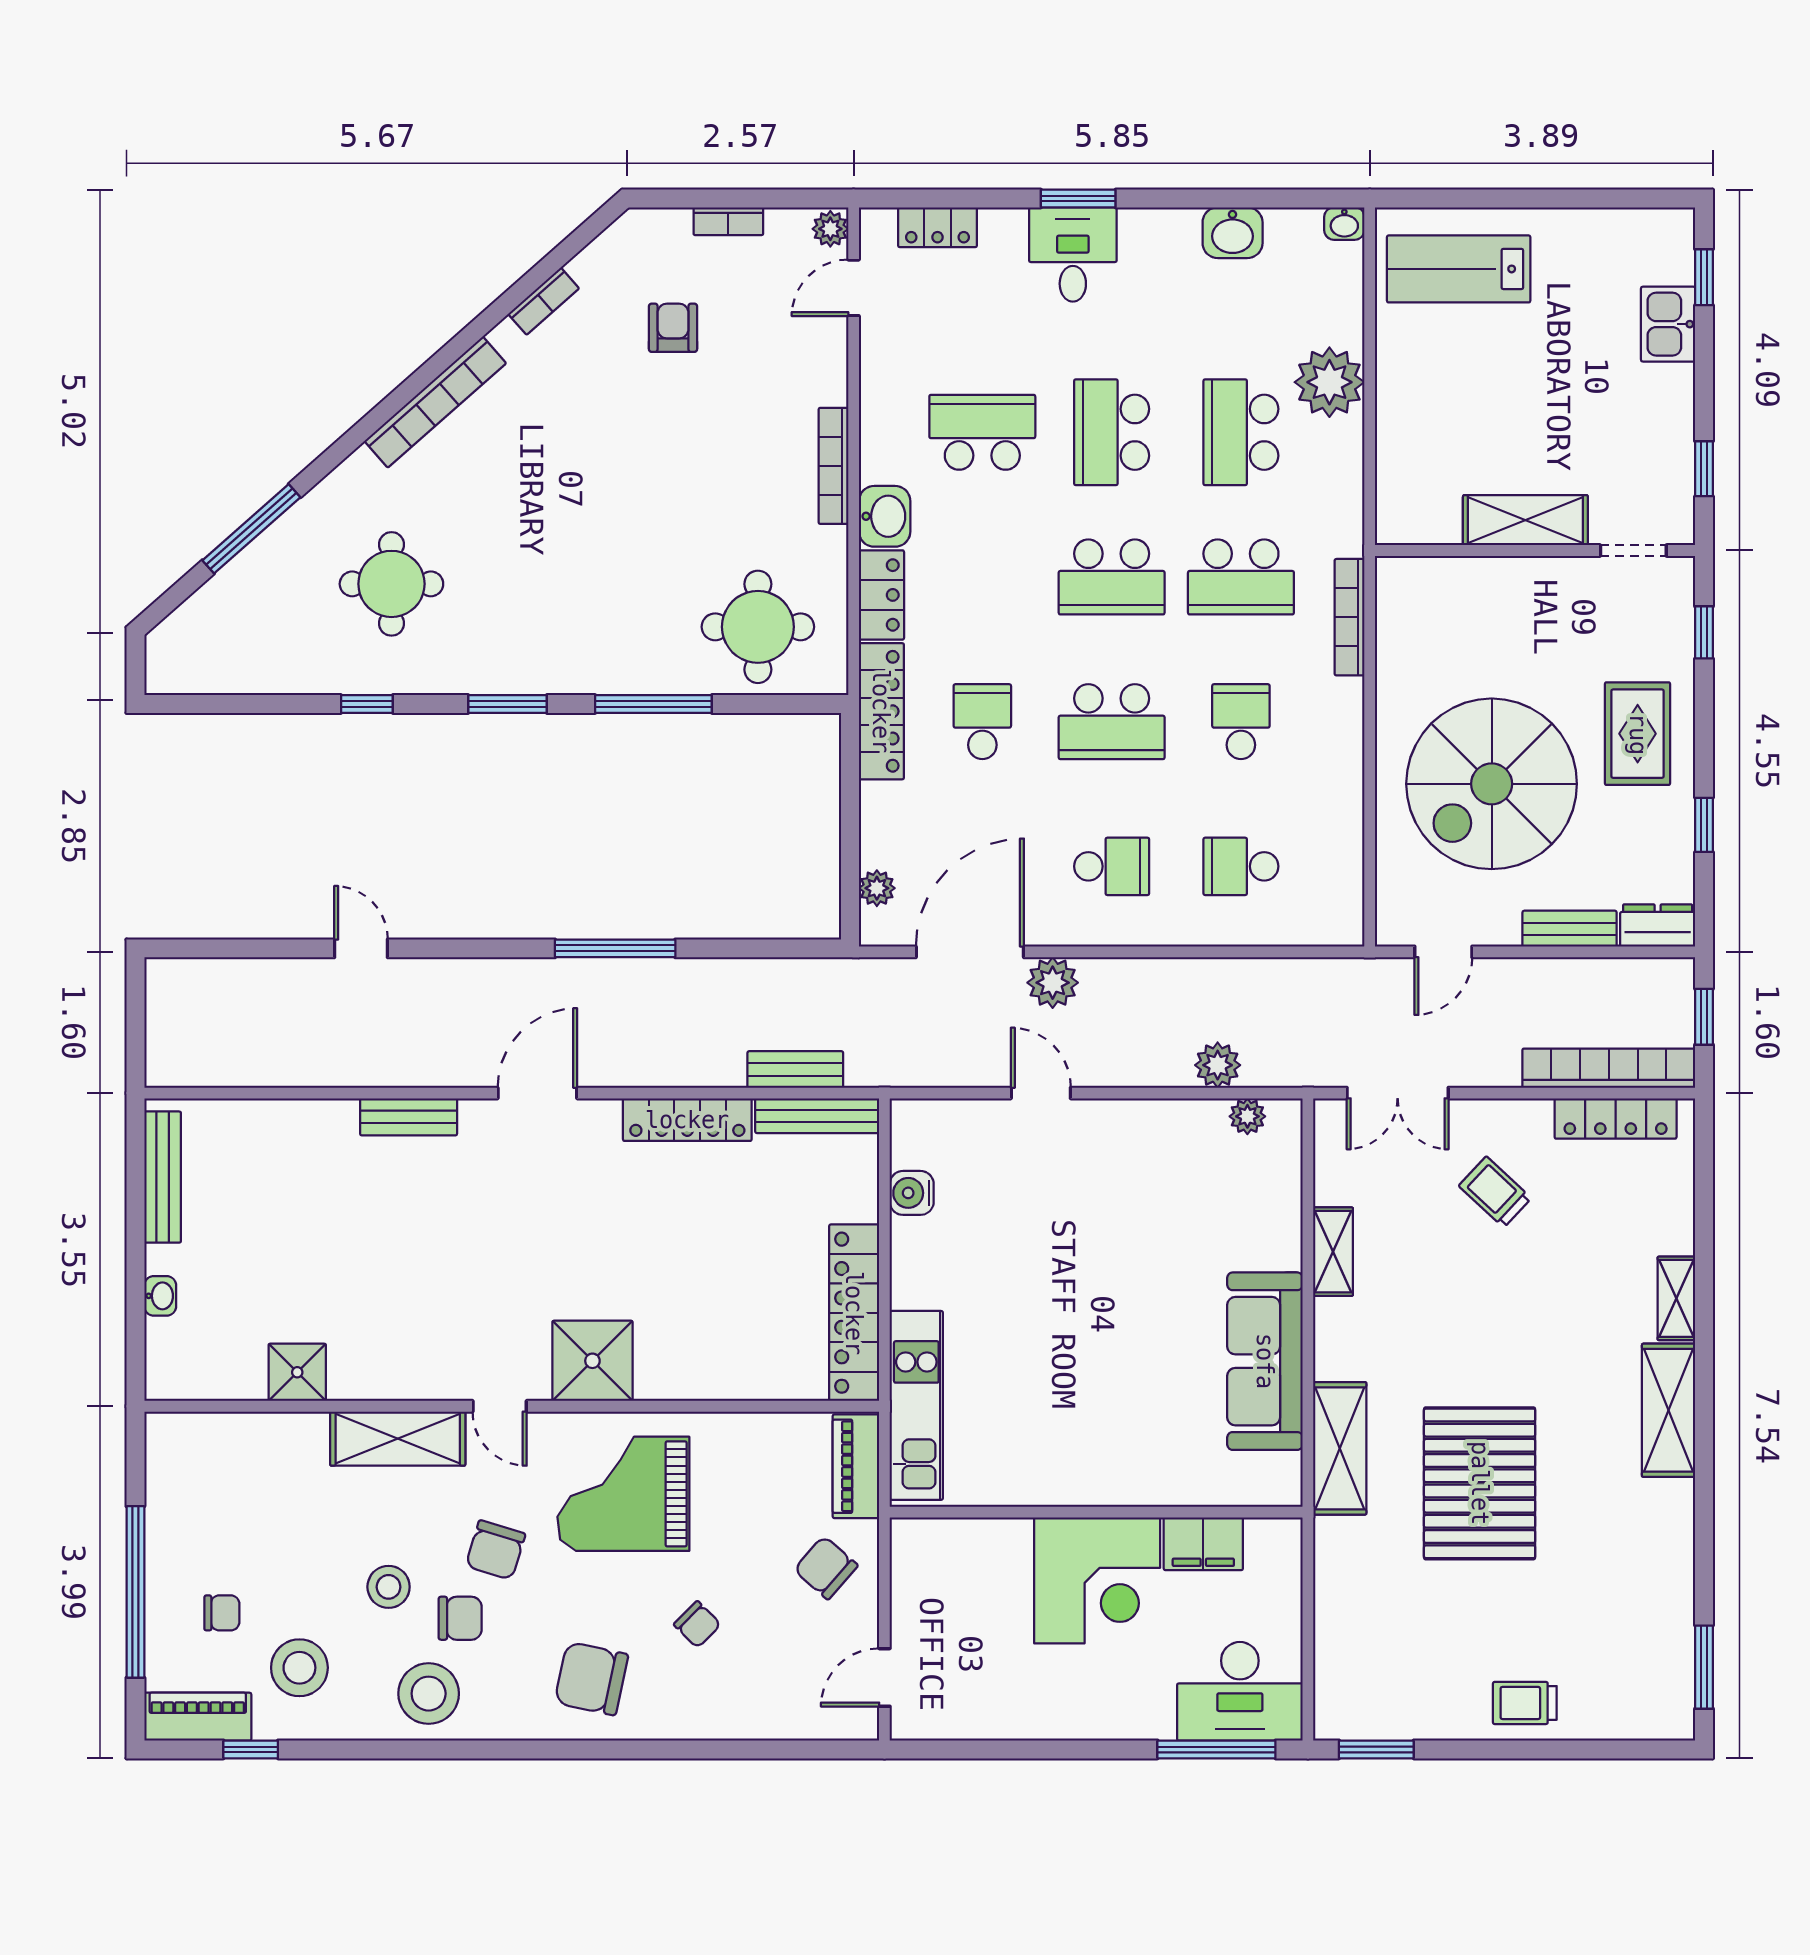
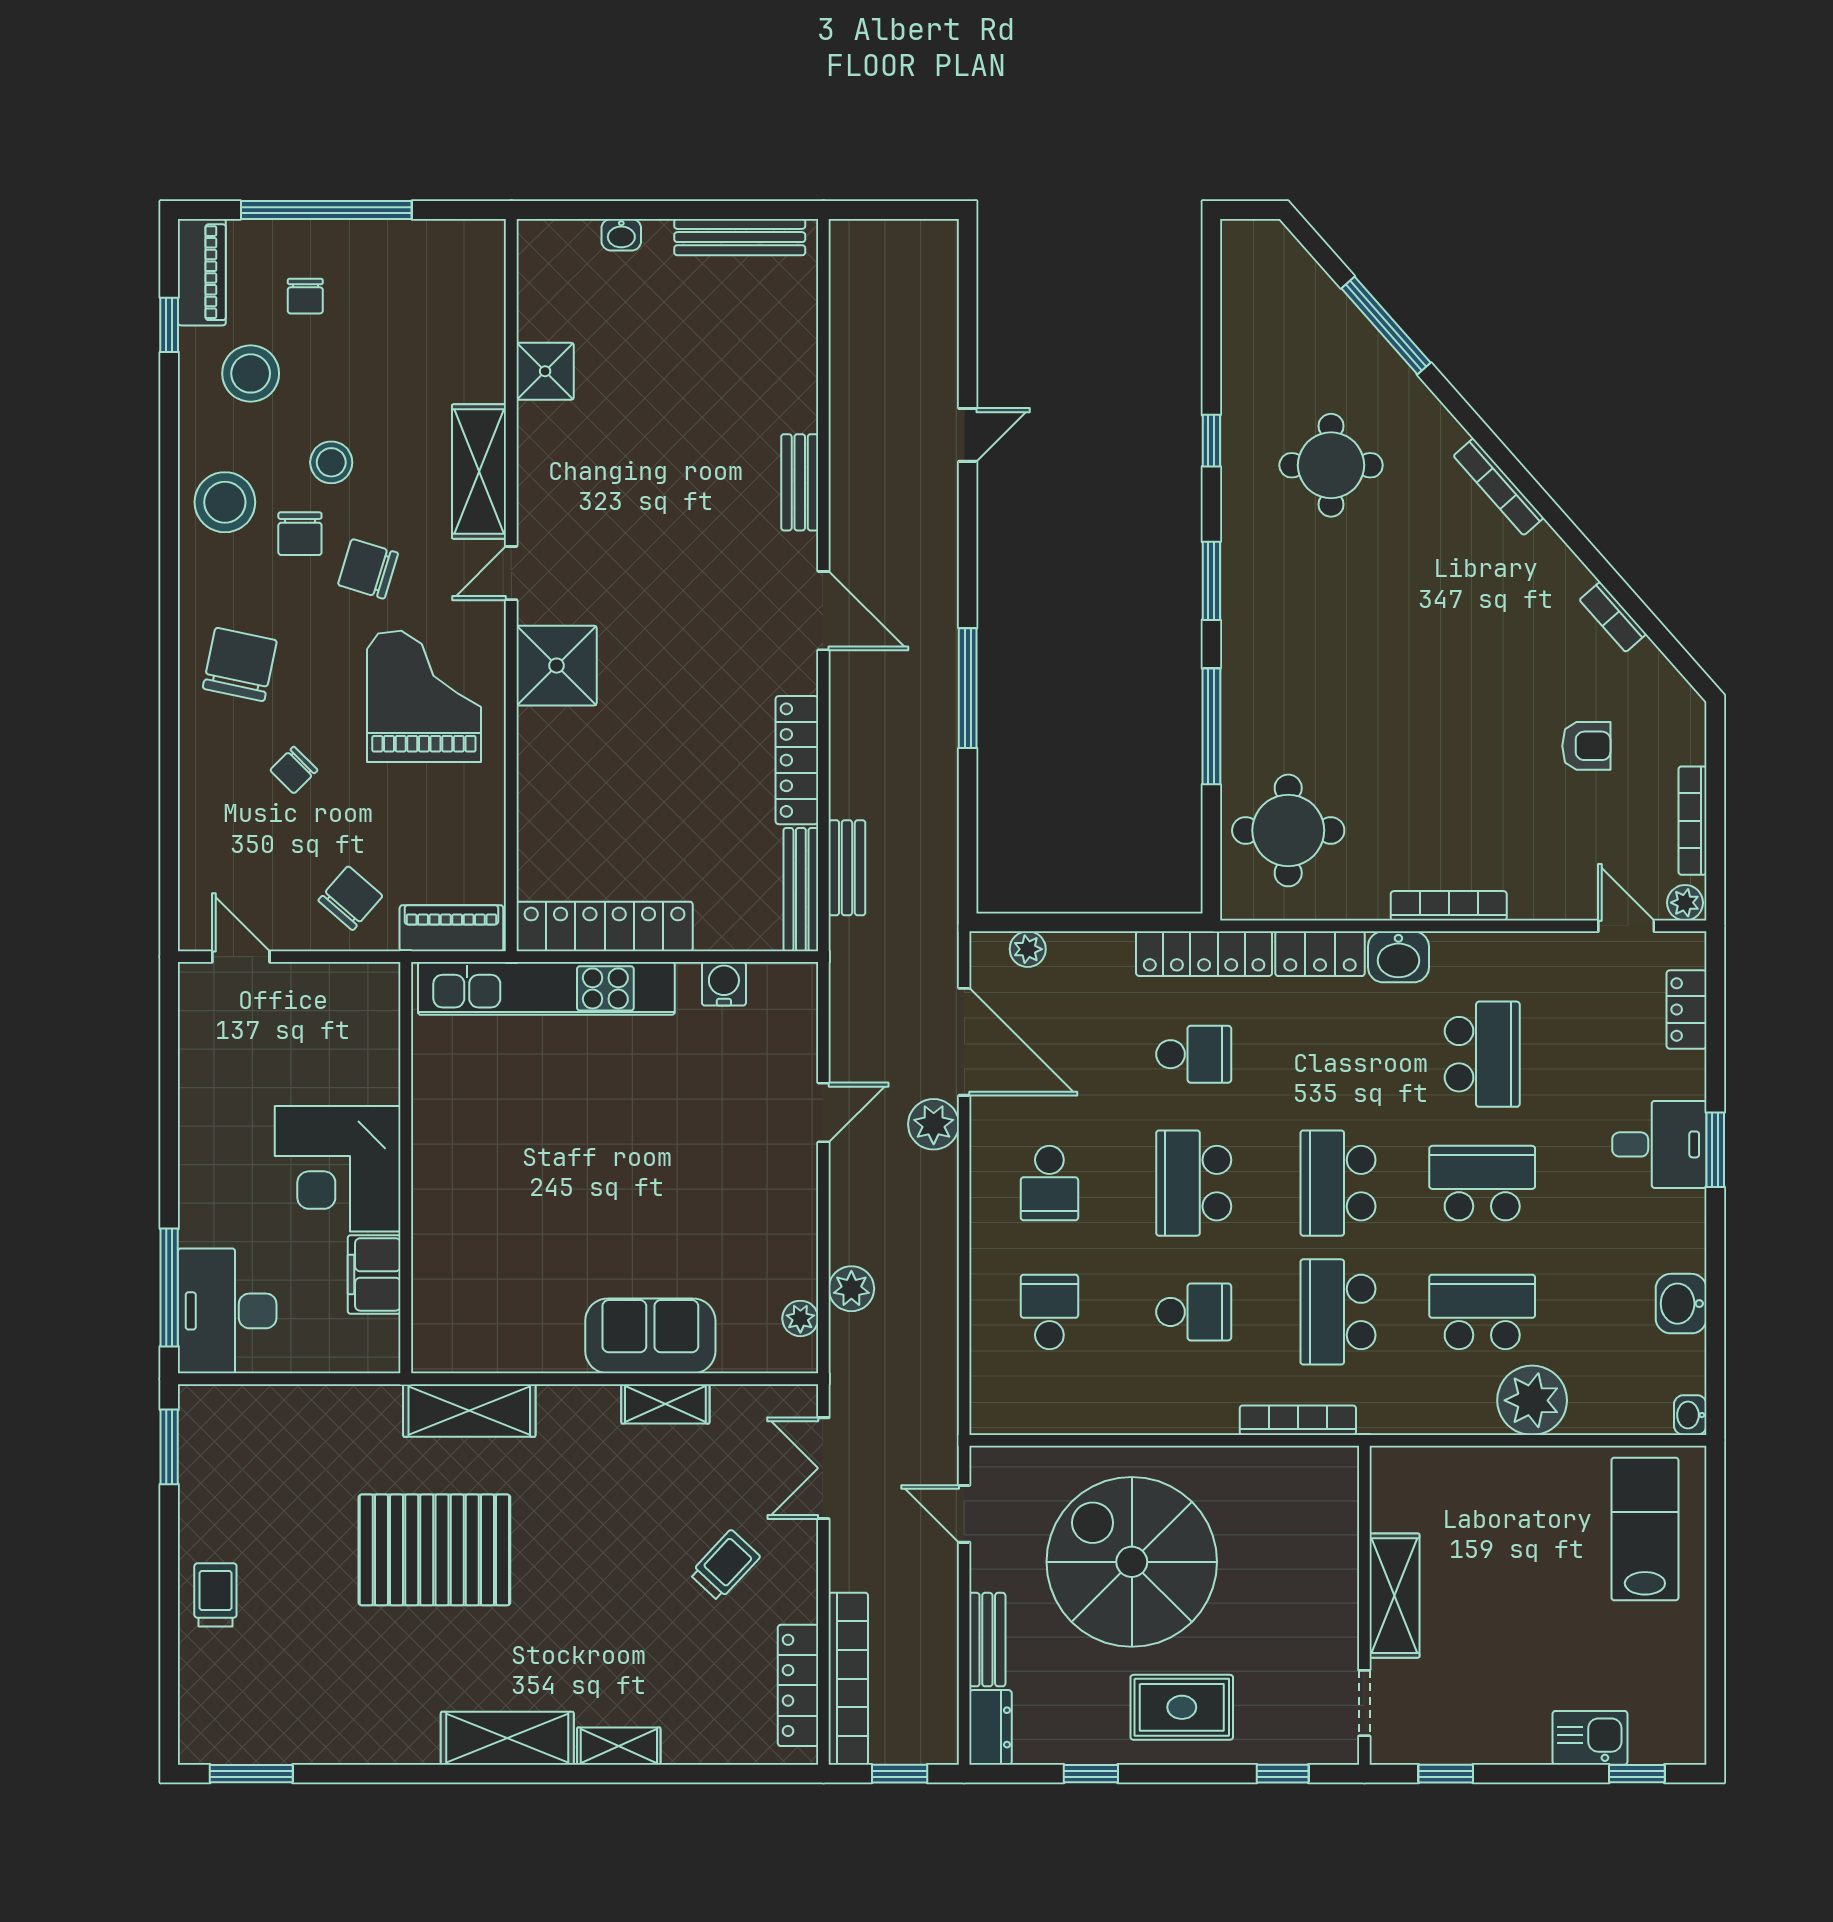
bookcase: (728, 221) -> (1693, 821), width x1.56
bookcase: (435, 402) -> (1499, 487), width x0.68, depth x0.76
sofa: (1265, 1361) -> (650, 1336), moved, width x0.73
kitchen unit: (916, 1405) -> (546, 988), width x1.36

